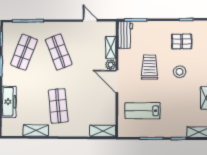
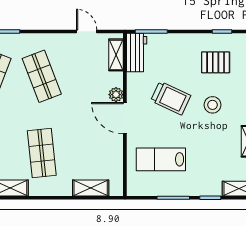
shelving: (111, 47) -> (116, 55), moved
trolley: (150, 67) -> (171, 98), turned 115
shelving: (103, 131) -> (91, 188), moved

